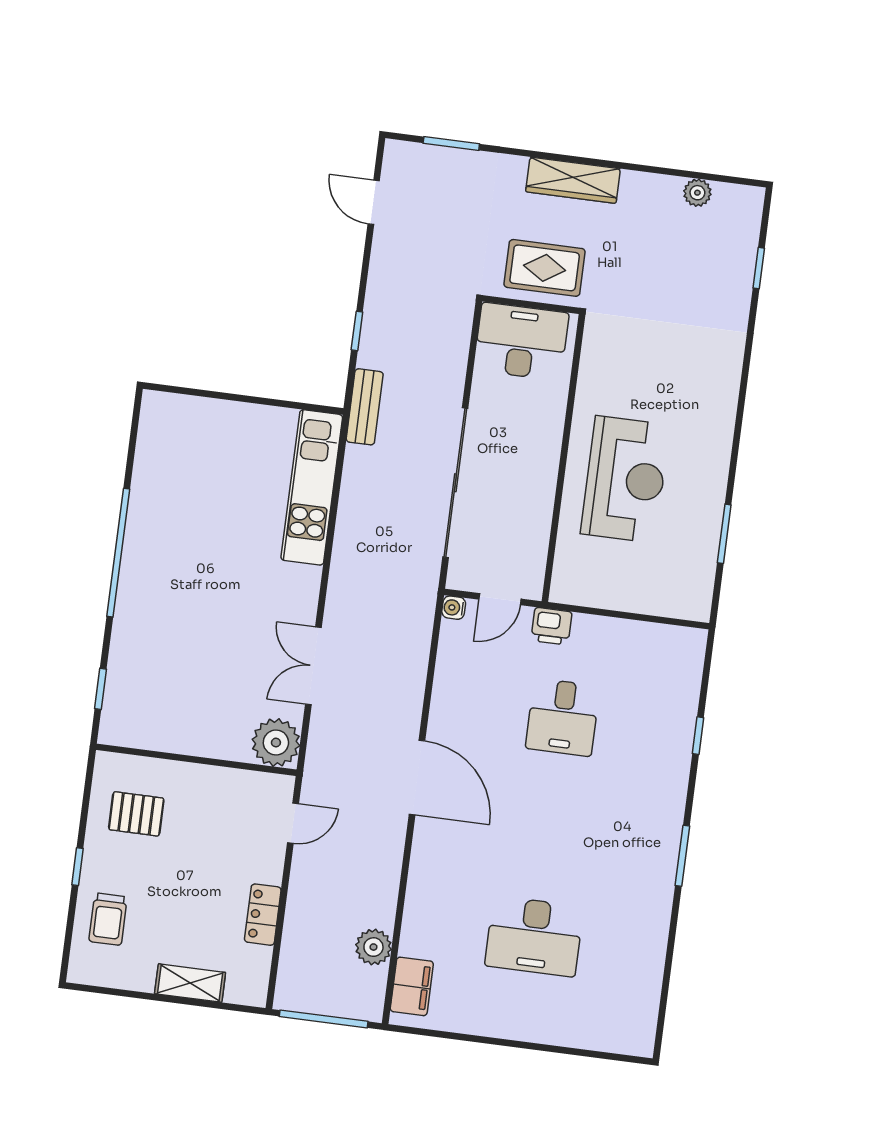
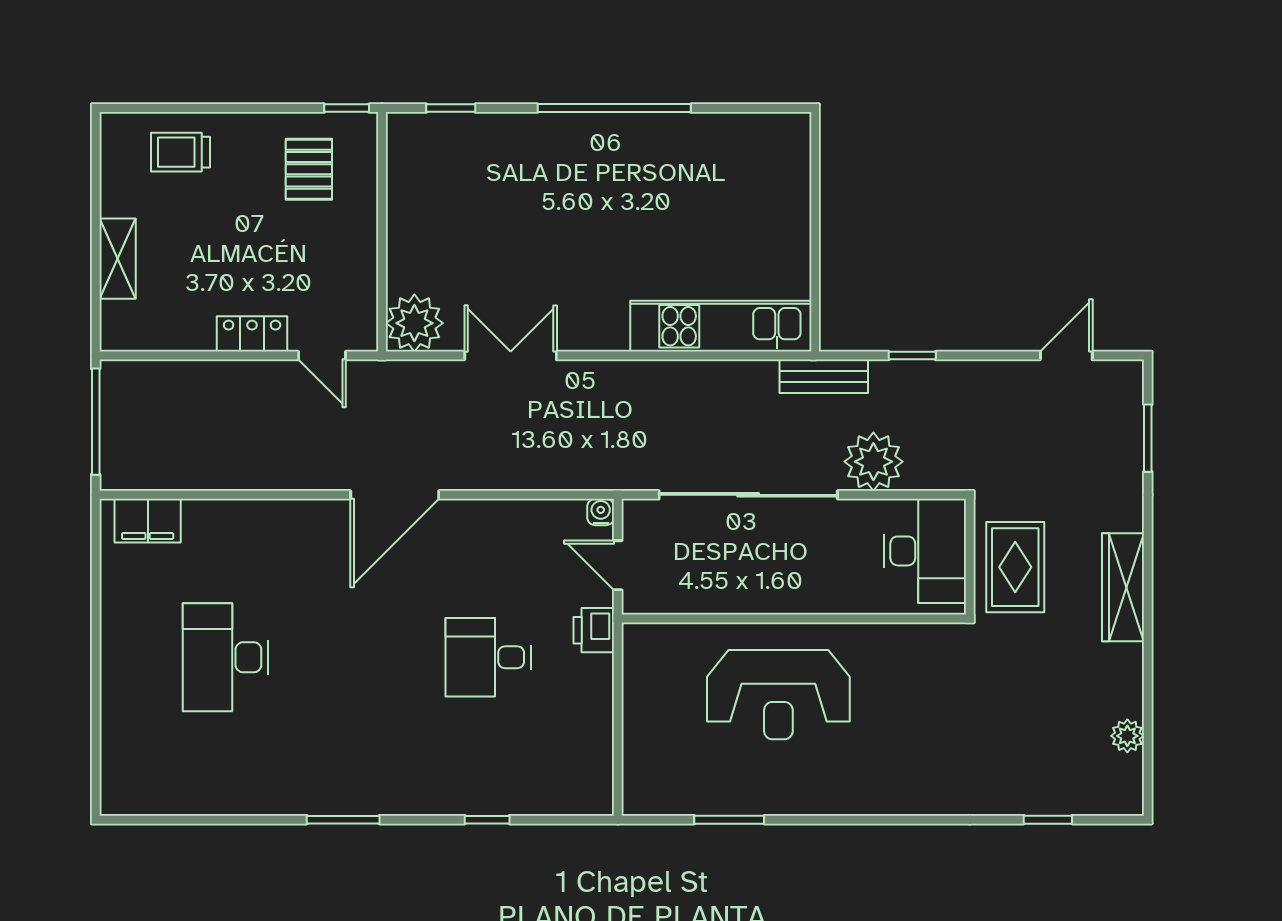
window: (77, 867) -> (347, 108), moved
locker: (263, 915) -> (252, 334), moved
plant: (373, 947) -> (873, 462), moved, width x1.36, depth x1.36

